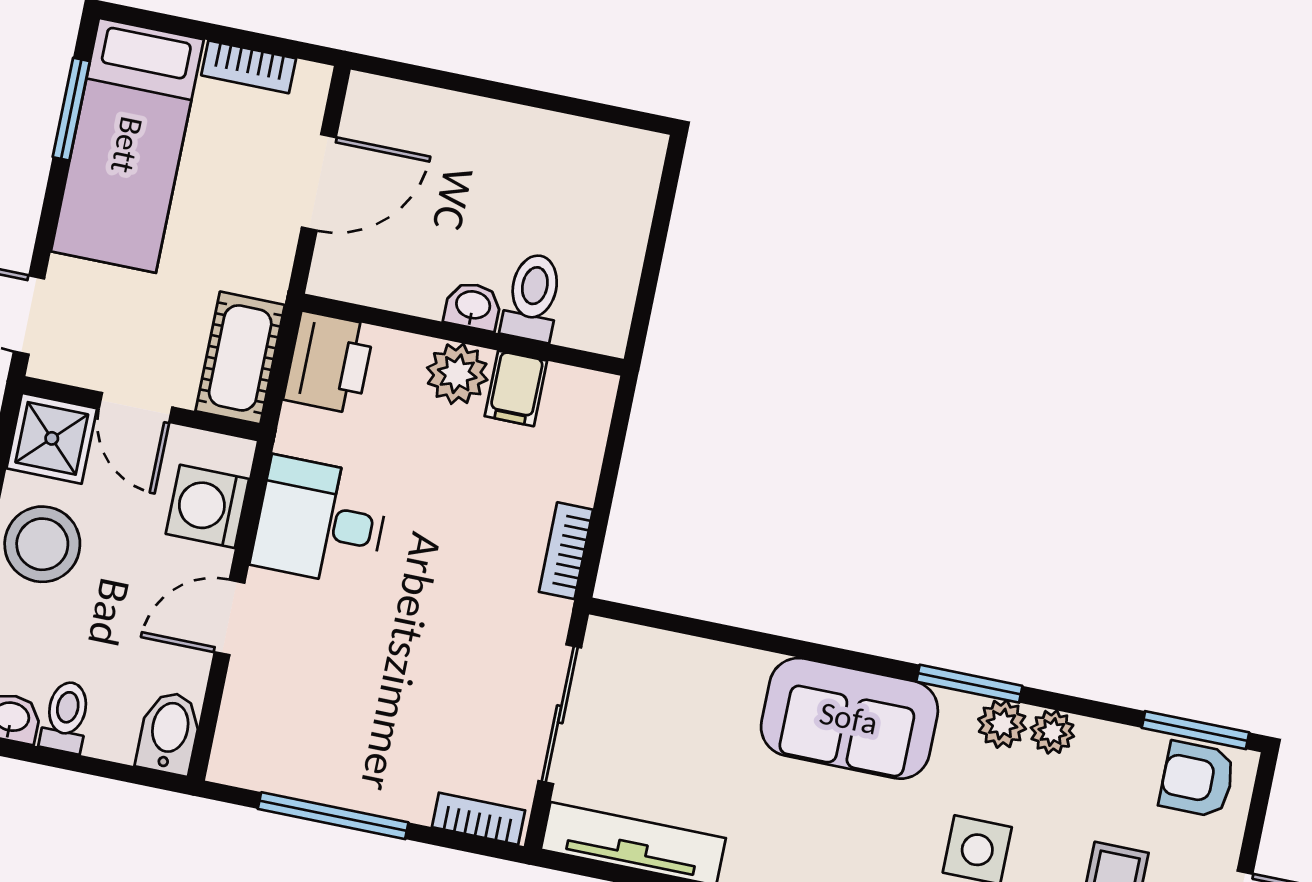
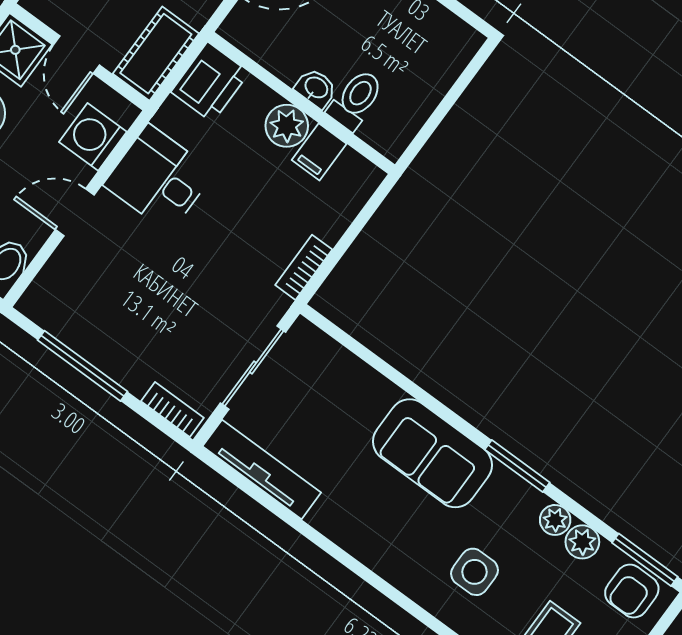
plant: (1002, 724) -> (582, 542), moved
armchair: (1197, 779) -> (632, 591), turned -90

